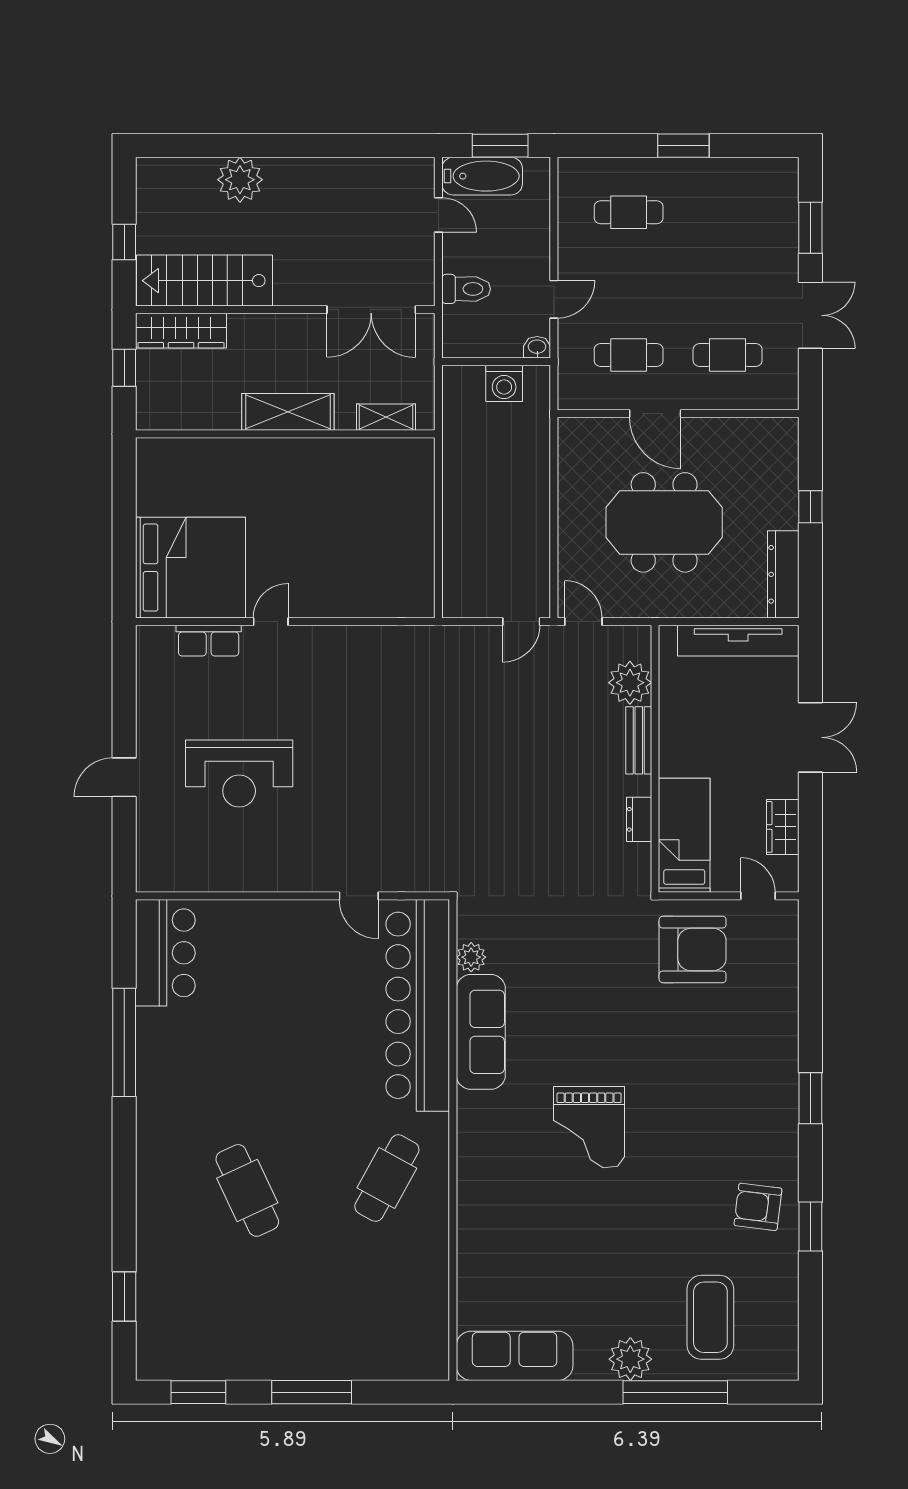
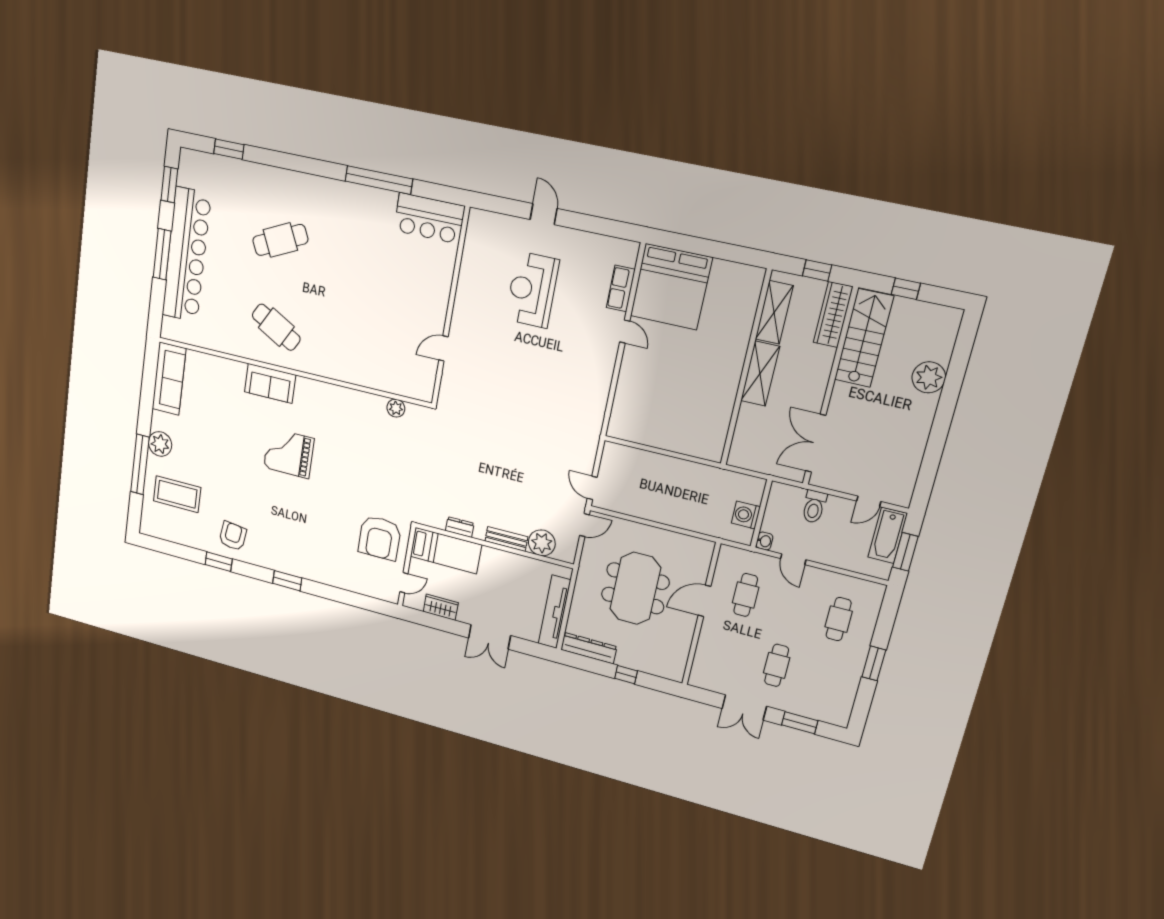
cafe table: (728, 355) -> (777, 665), moved
shelving: (386, 417) -> (774, 312), moved, width x1.50, depth x1.33
bar counter: (418, 1005) -> (186, 255), moved, turned 90
sofa: (481, 1032) -> (270, 383), moved, width x0.73

